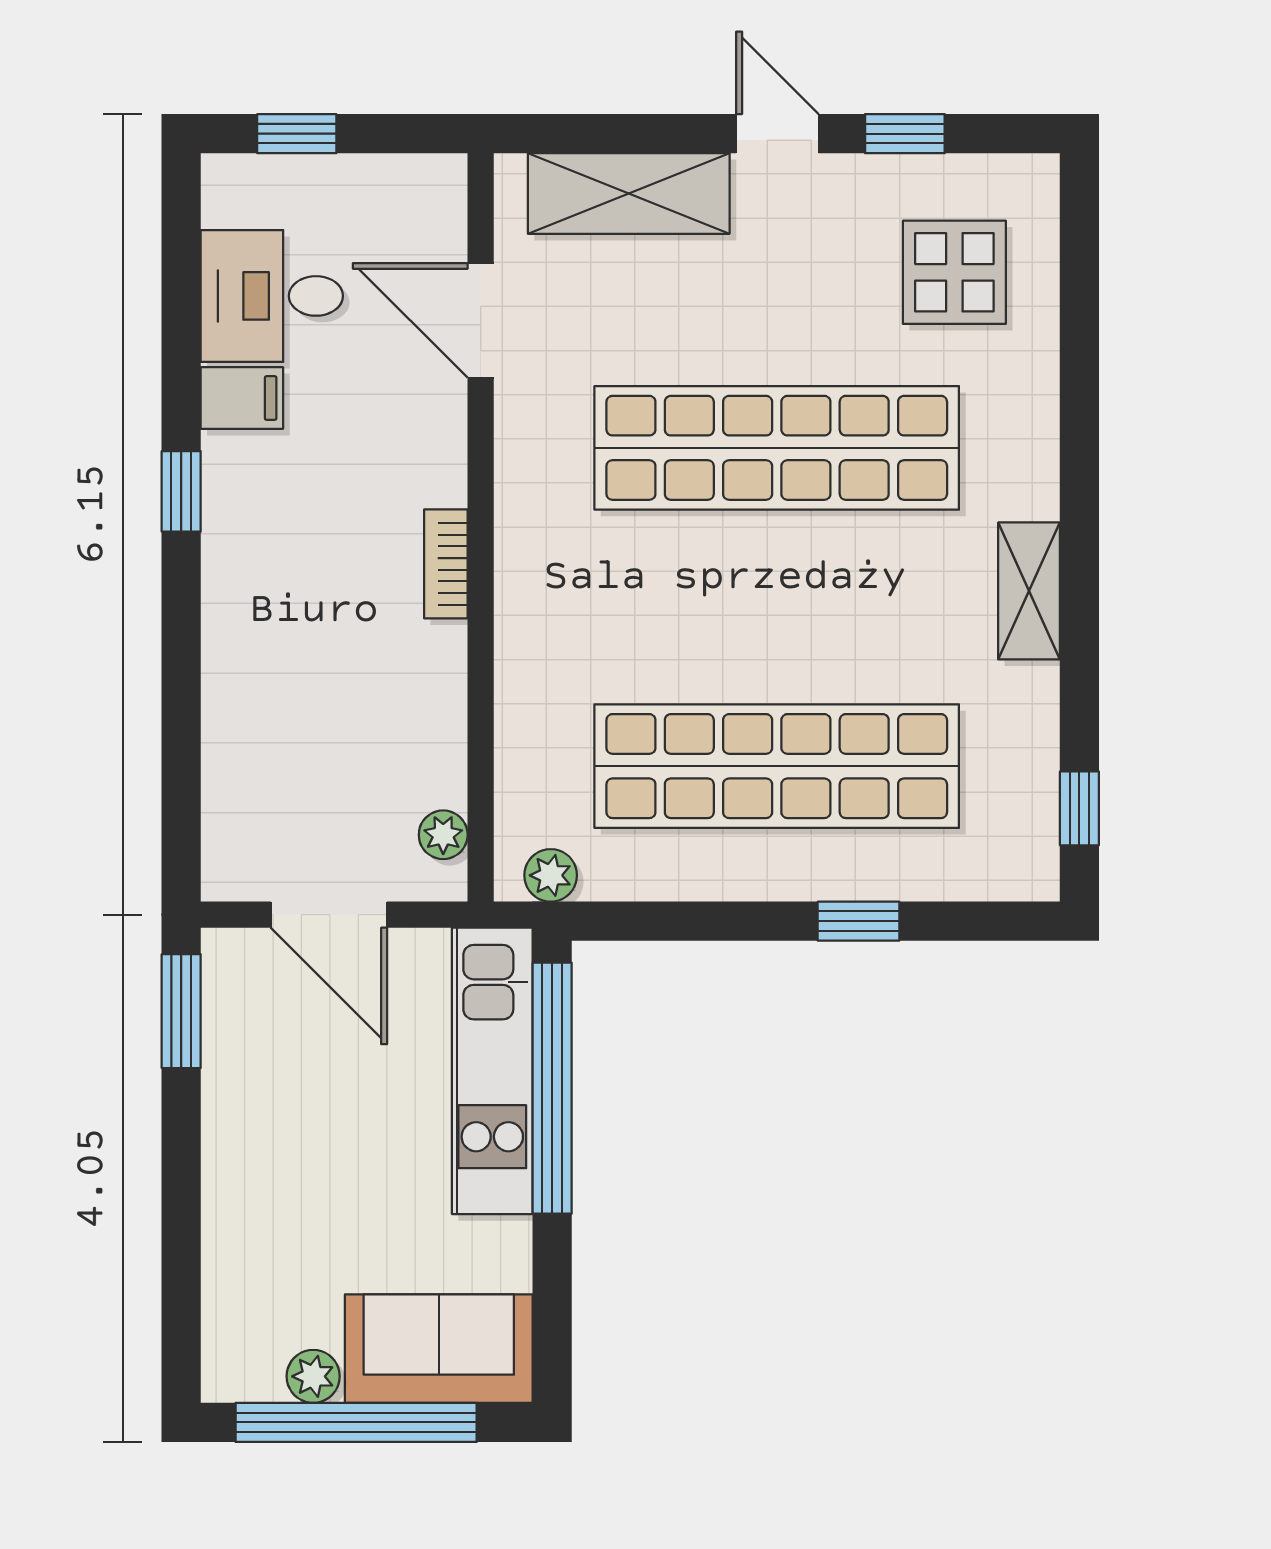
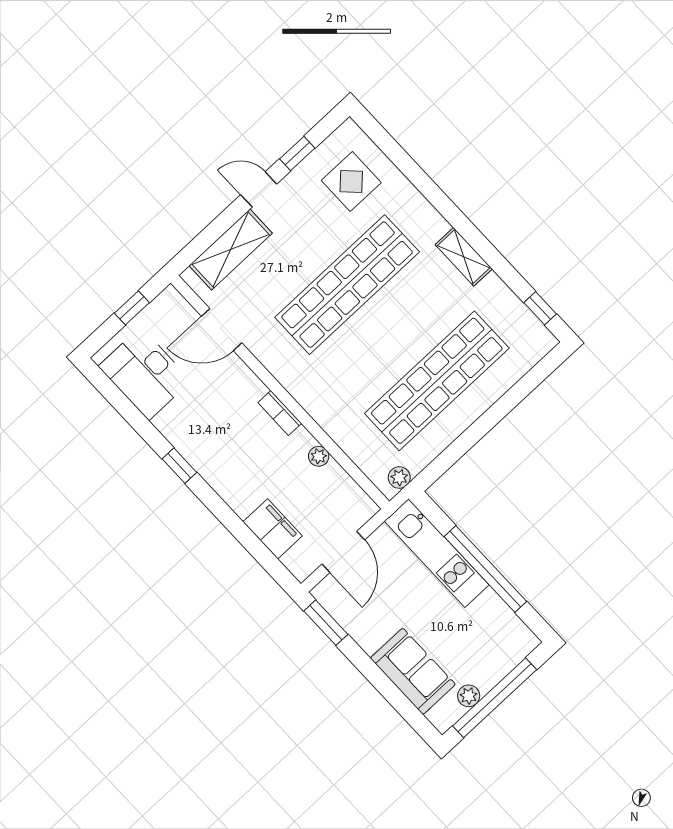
window: (297, 134) -> (132, 308), moved
desk: (272, 296) -> (145, 374), width x1.37
filing cabinet: (242, 398) -> (273, 529), moved, width x2.00
plant: (443, 835) -> (319, 456), moved
door: (329, 915) -> (343, 552), hinge flipped
window: (858, 921) -> (505, 405), removed
window: (552, 1088) -> (485, 569), moved
sofa: (439, 1349) -> (413, 671), moved, turned 90

